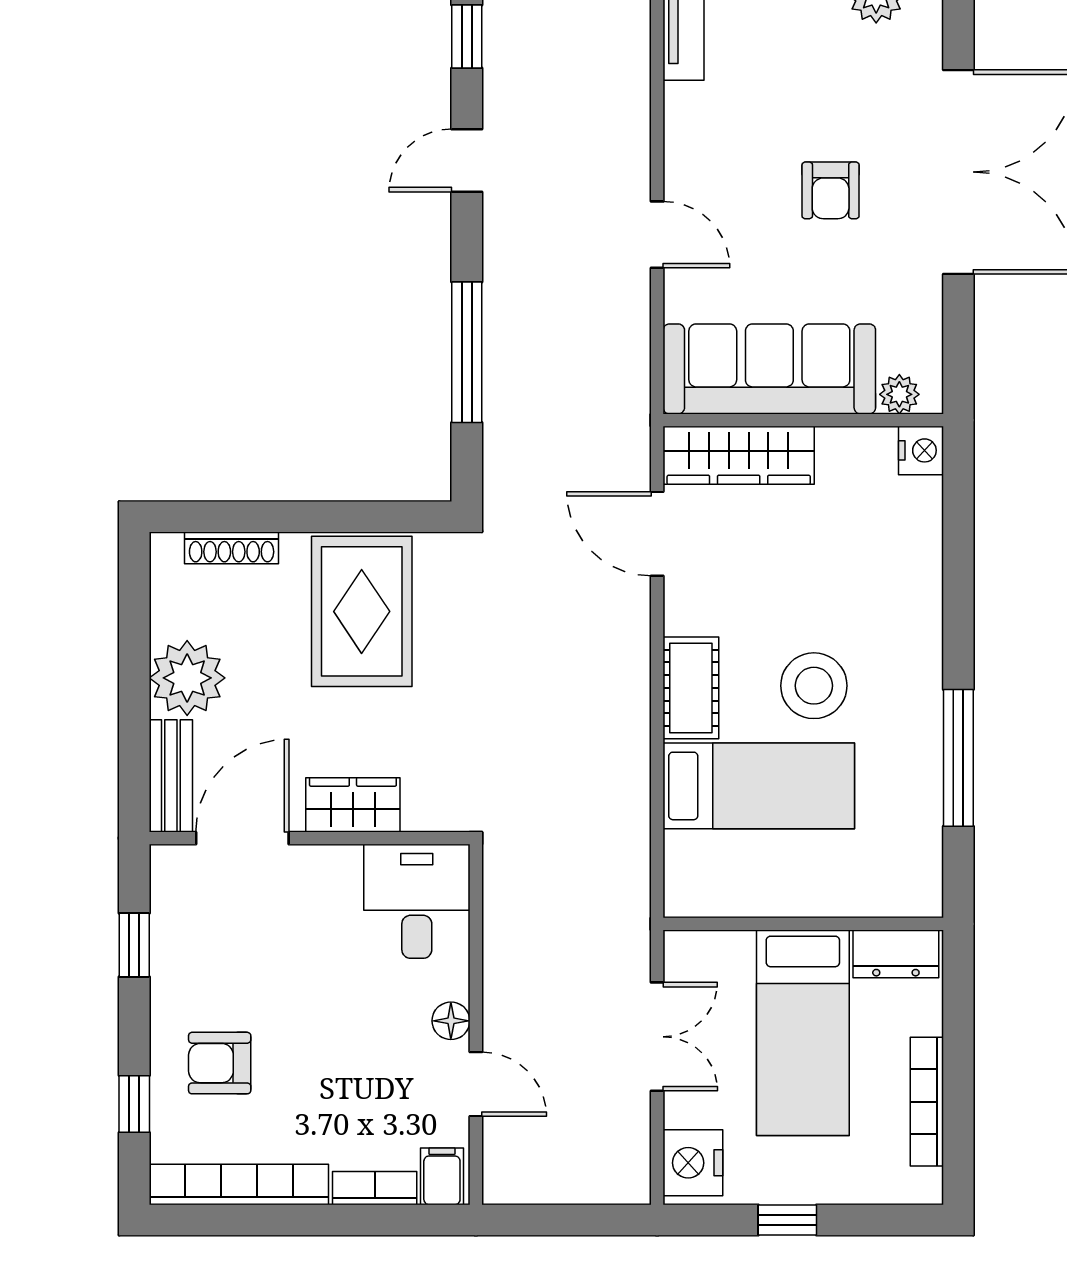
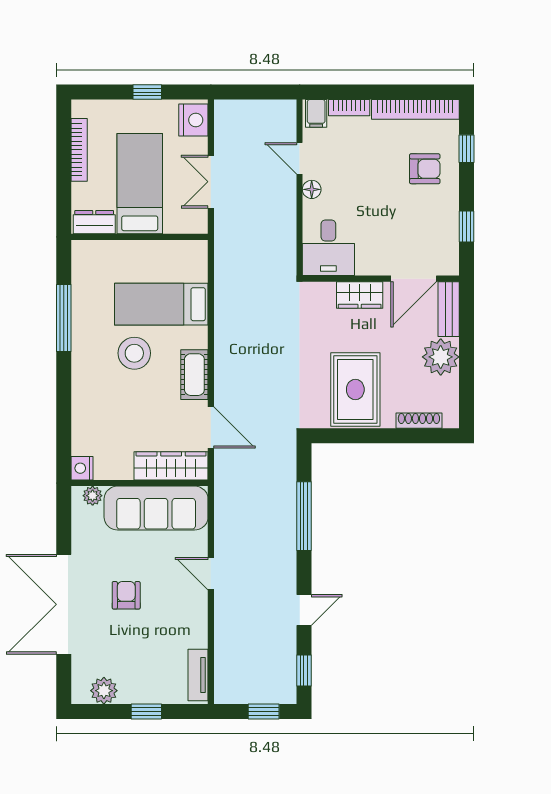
cot: (691, 688) -> (194, 375), moved

